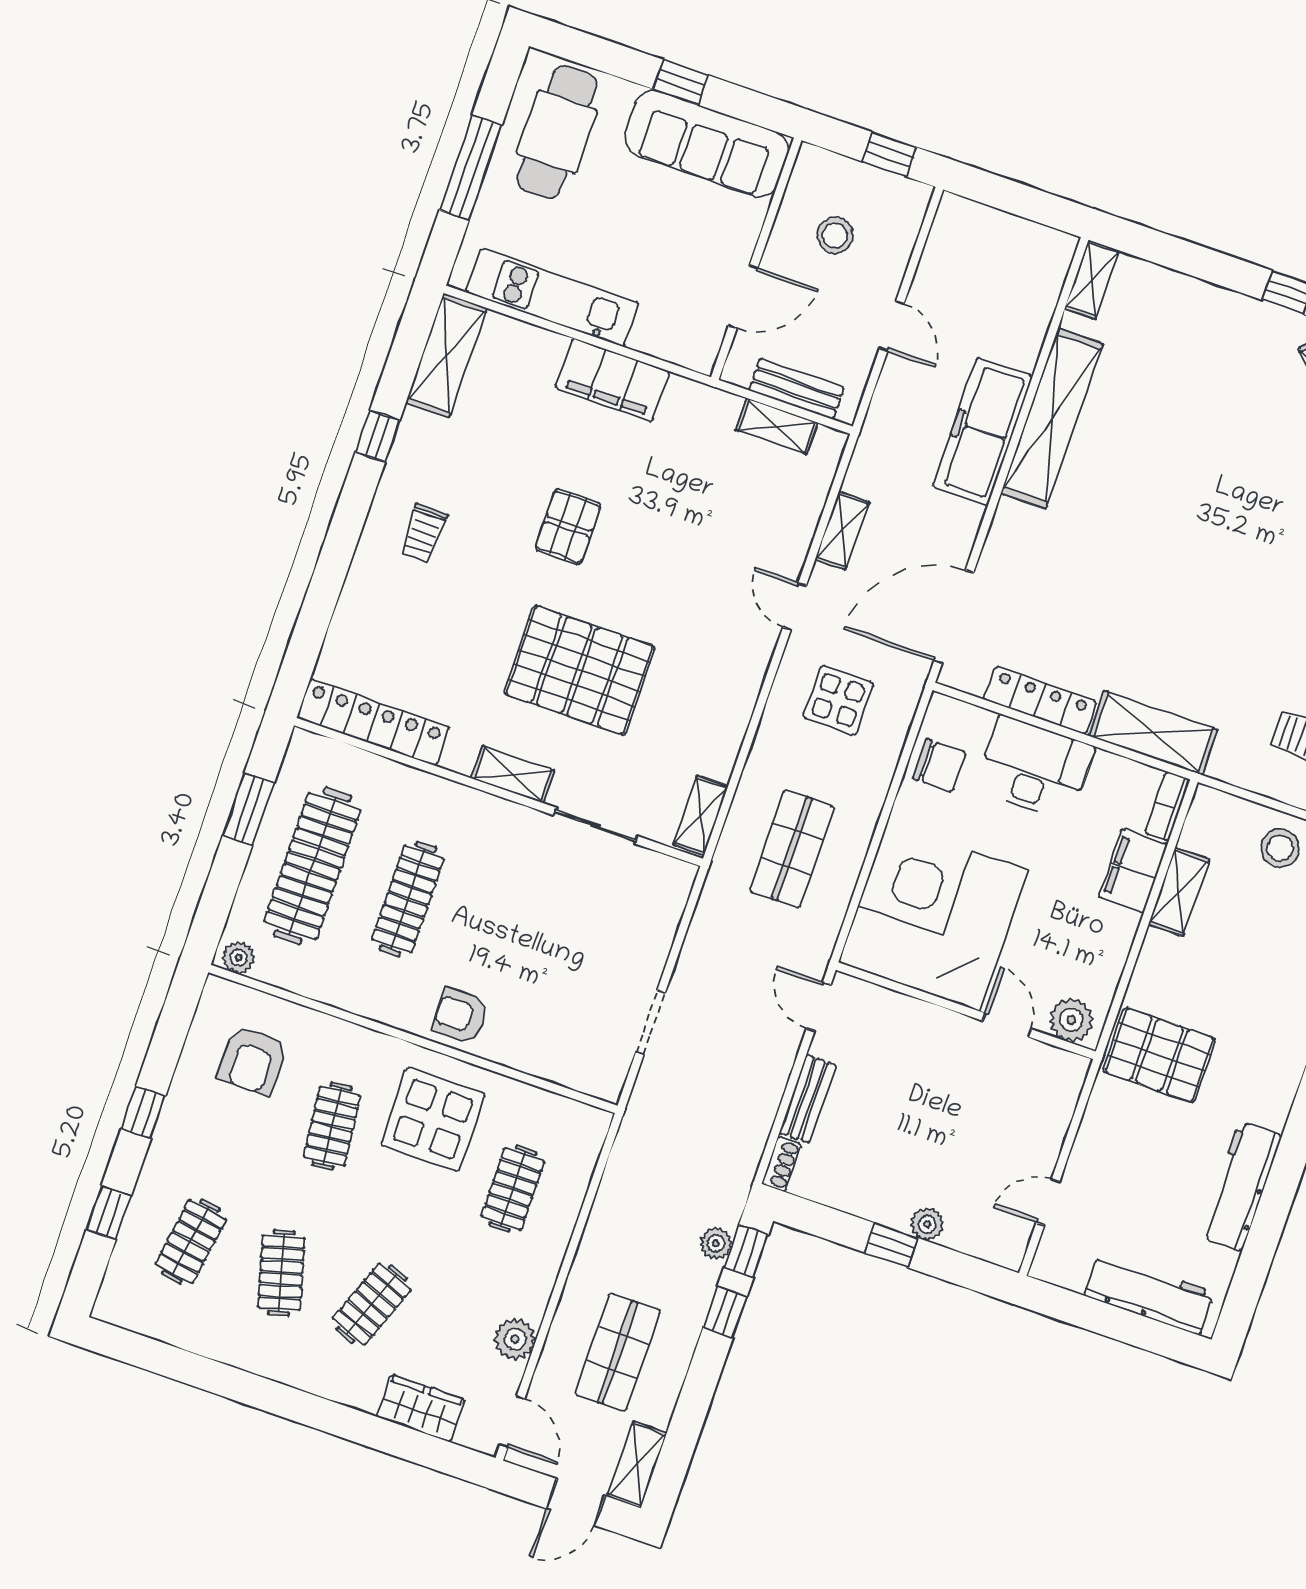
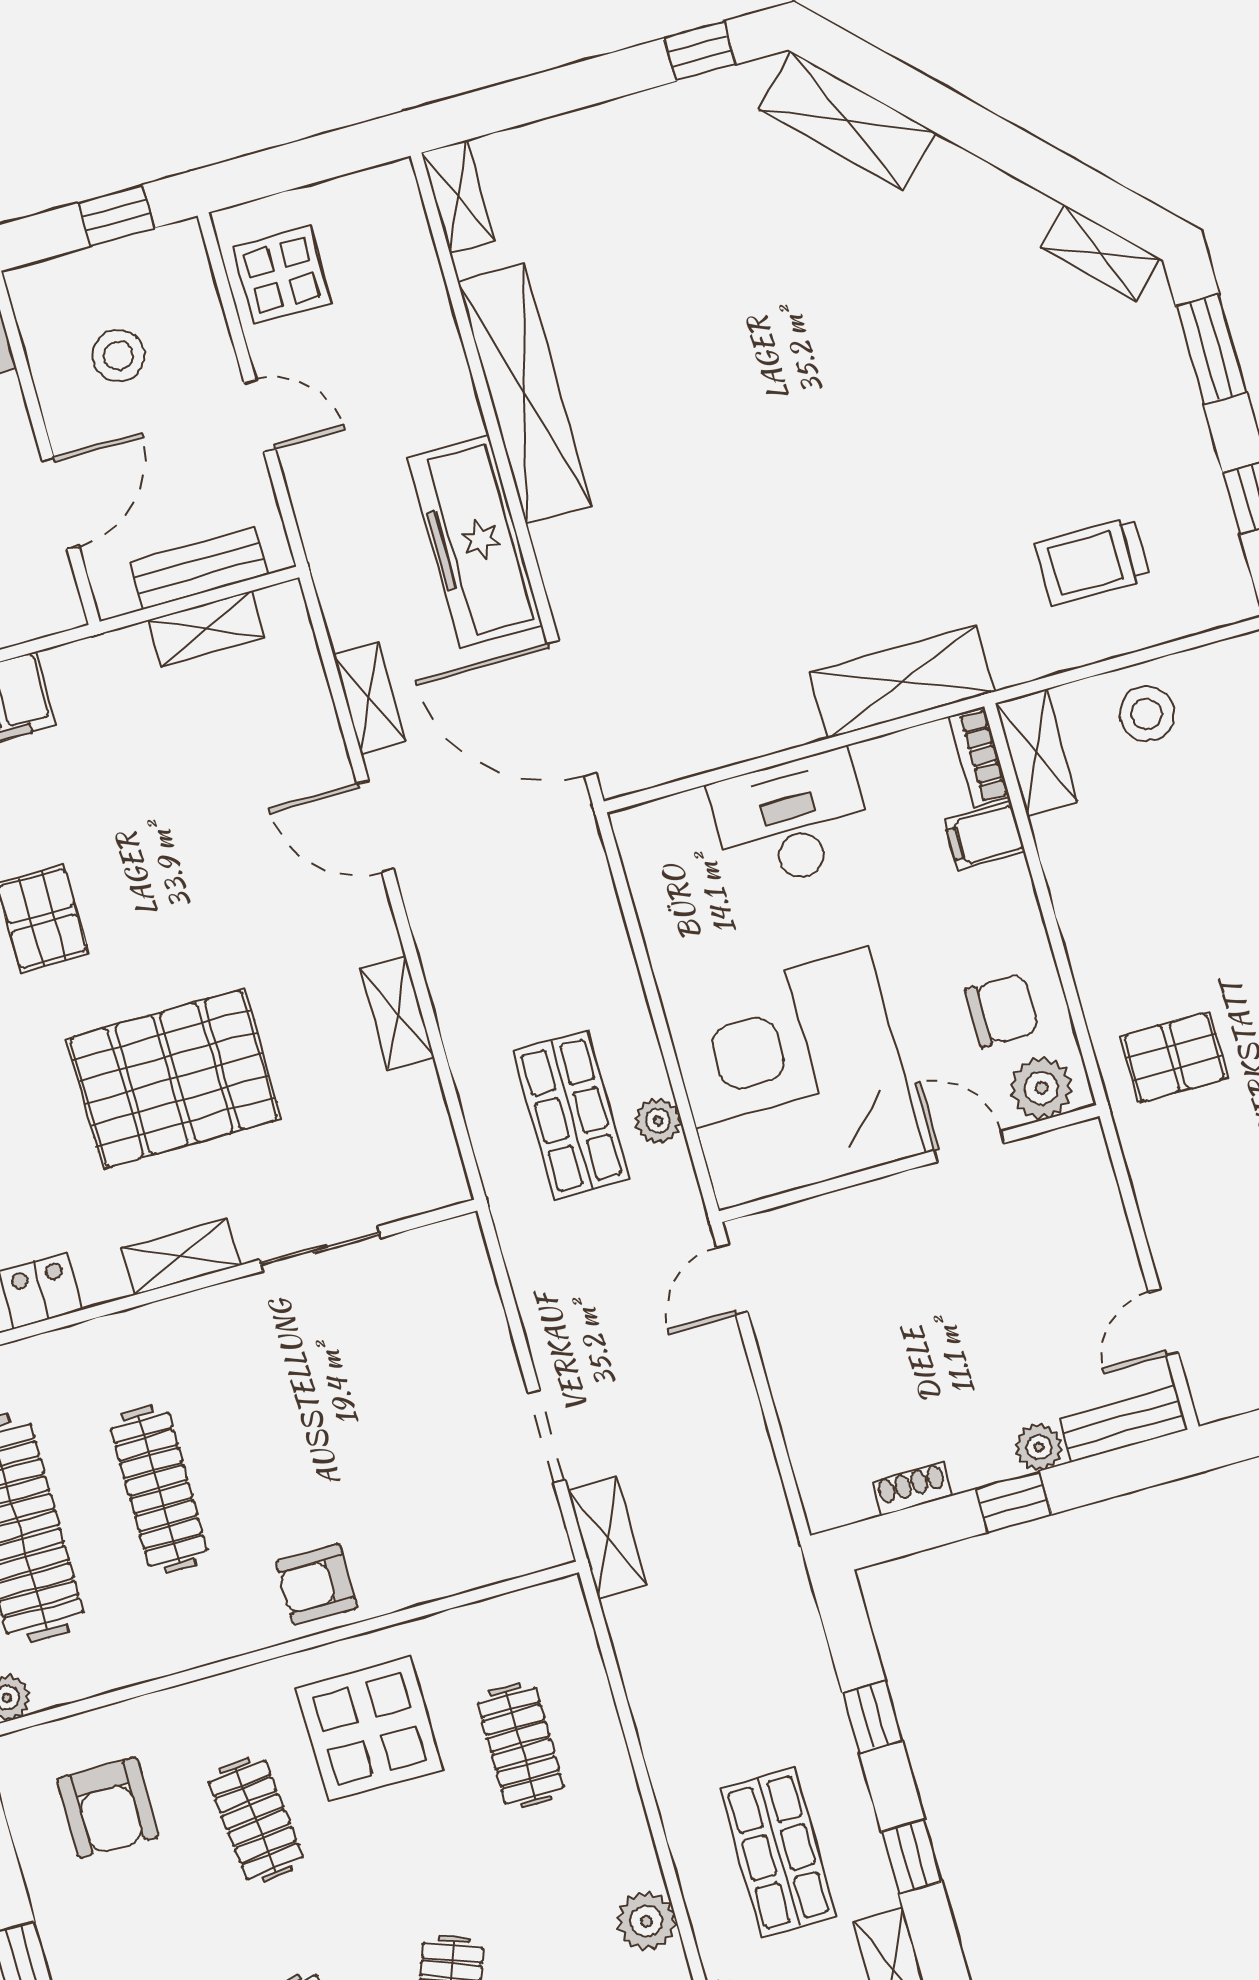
freezer: (982, 432) -> (475, 541), moved
door: (795, 606) -> (375, 826), width x1.38
door: (954, 617) -> (572, 708), hinge flipped
display table: (838, 700) -> (282, 275), moved
locker: (1040, 700) -> (742, 736), removed
chair: (939, 765) -> (1002, 1010), moved
shelving: (701, 815) -> (397, 1013), moved
filing cabinet: (1133, 871) -> (985, 836), width x0.50
shelving: (1179, 892) -> (1036, 753), moved
door: (819, 1007) -> (732, 1280), hinge flipped
pallet: (1159, 1055) -> (1174, 1057), width x0.67, depth x0.71
bench: (808, 1099) -> (1123, 1424), moved, turned 90
shelving: (645, 1105) -> (607, 1538), added
shoe rack: (781, 1164) -> (912, 1489), moved, turned -90
plant: (716, 1243) -> (658, 1121), moved
window: (746, 1251) -> (912, 1857), moved

